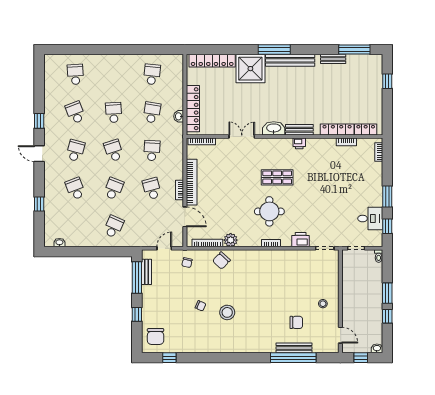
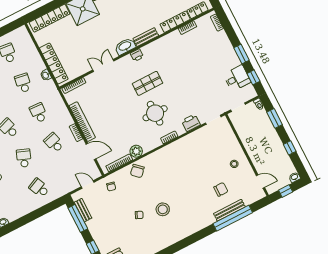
printer: (299, 143) -> (137, 55), moved
school desk: (114, 227) -> (39, 188), turned -48
door: (164, 248) -> (88, 184), hinge flipped
window: (387, 293) -> (275, 118), moved

